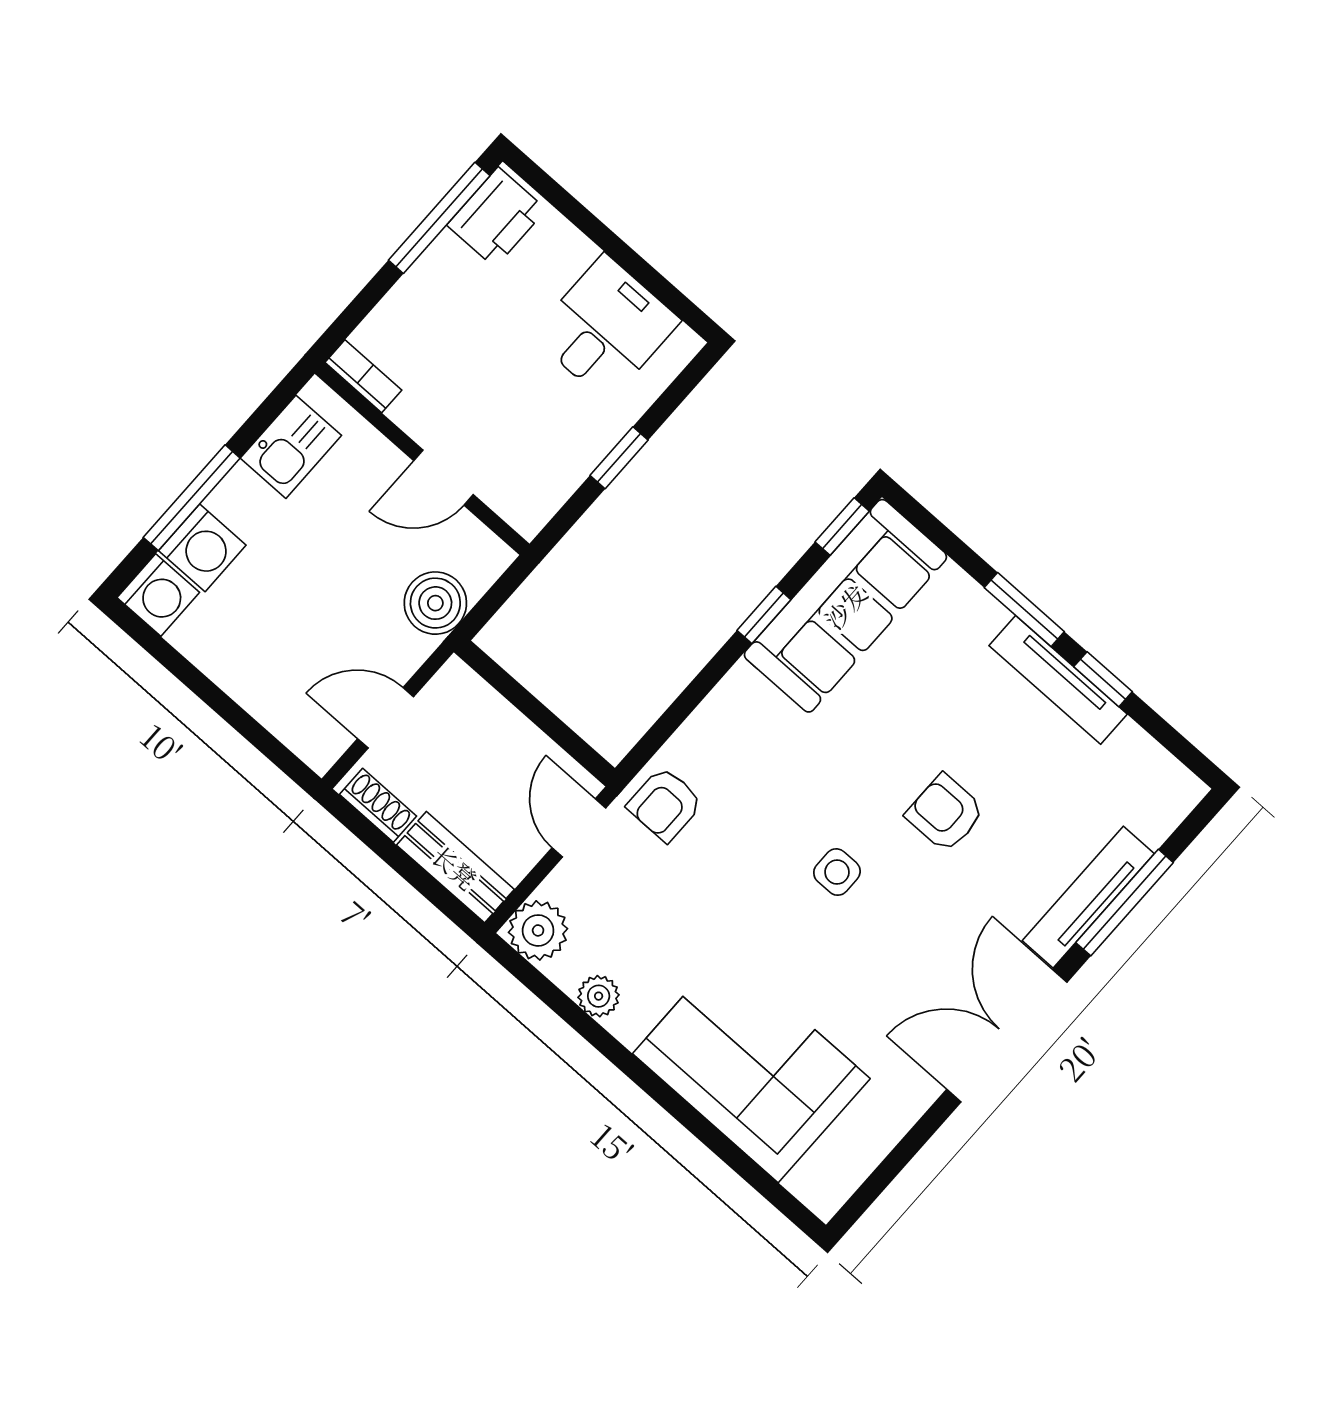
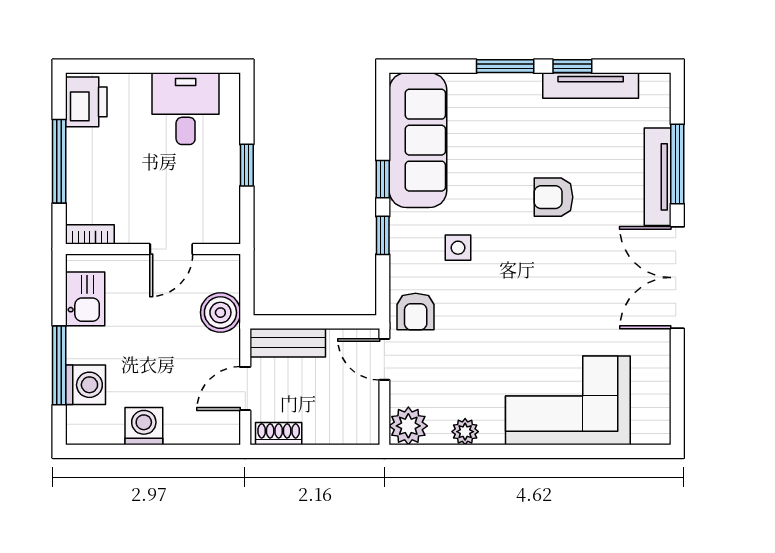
window: (439, 218) -> (59, 161), moved
window: (842, 527) -> (383, 235), moved
washing machine: (158, 595) -> (144, 426), moved, turned -90
tv unit: (1058, 680) -> (591, 86), moved
bench: (455, 867) -> (288, 343), moved
side table: (837, 872) -> (458, 248), moved

